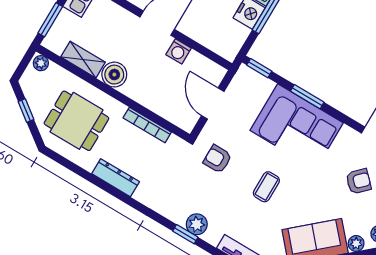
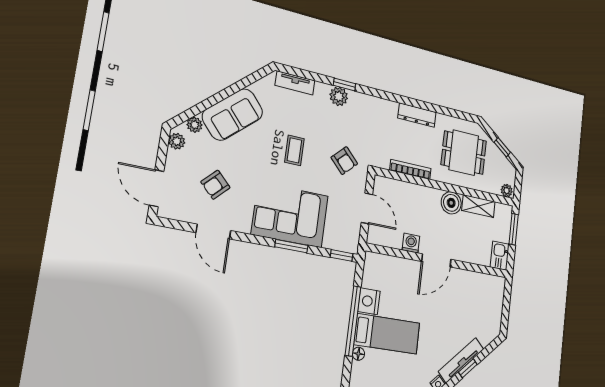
armchair: (217, 159) -> (344, 161), turned 46

